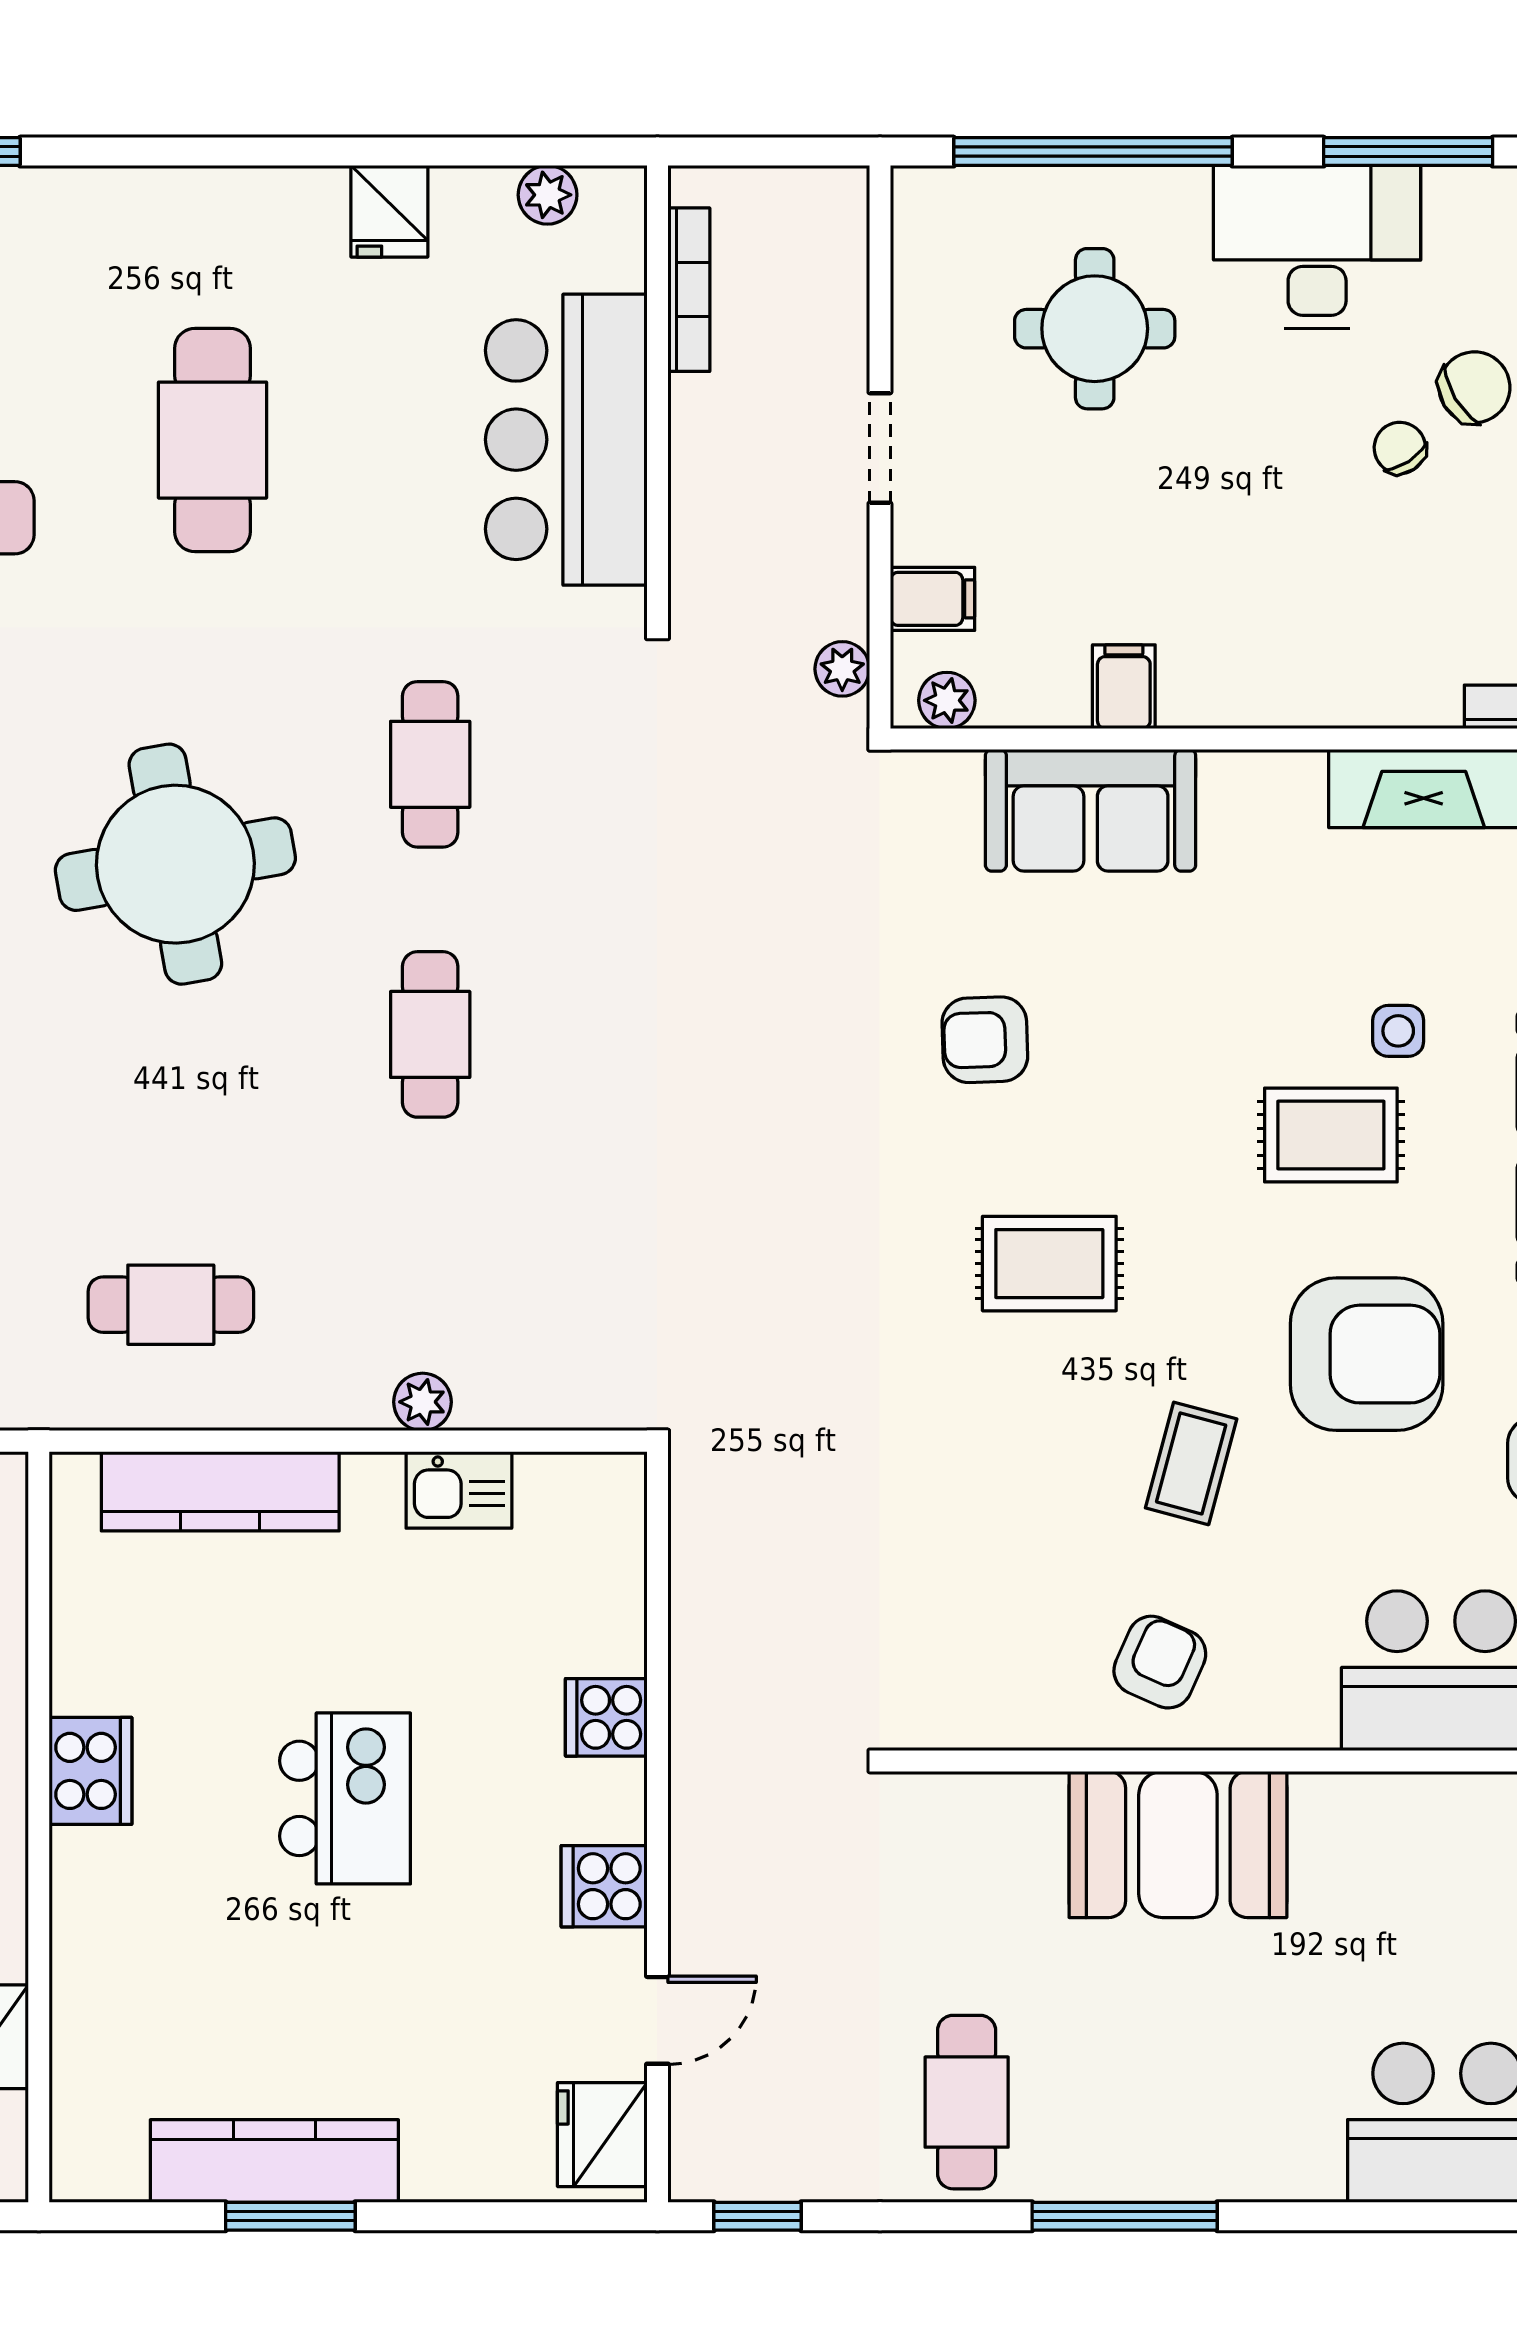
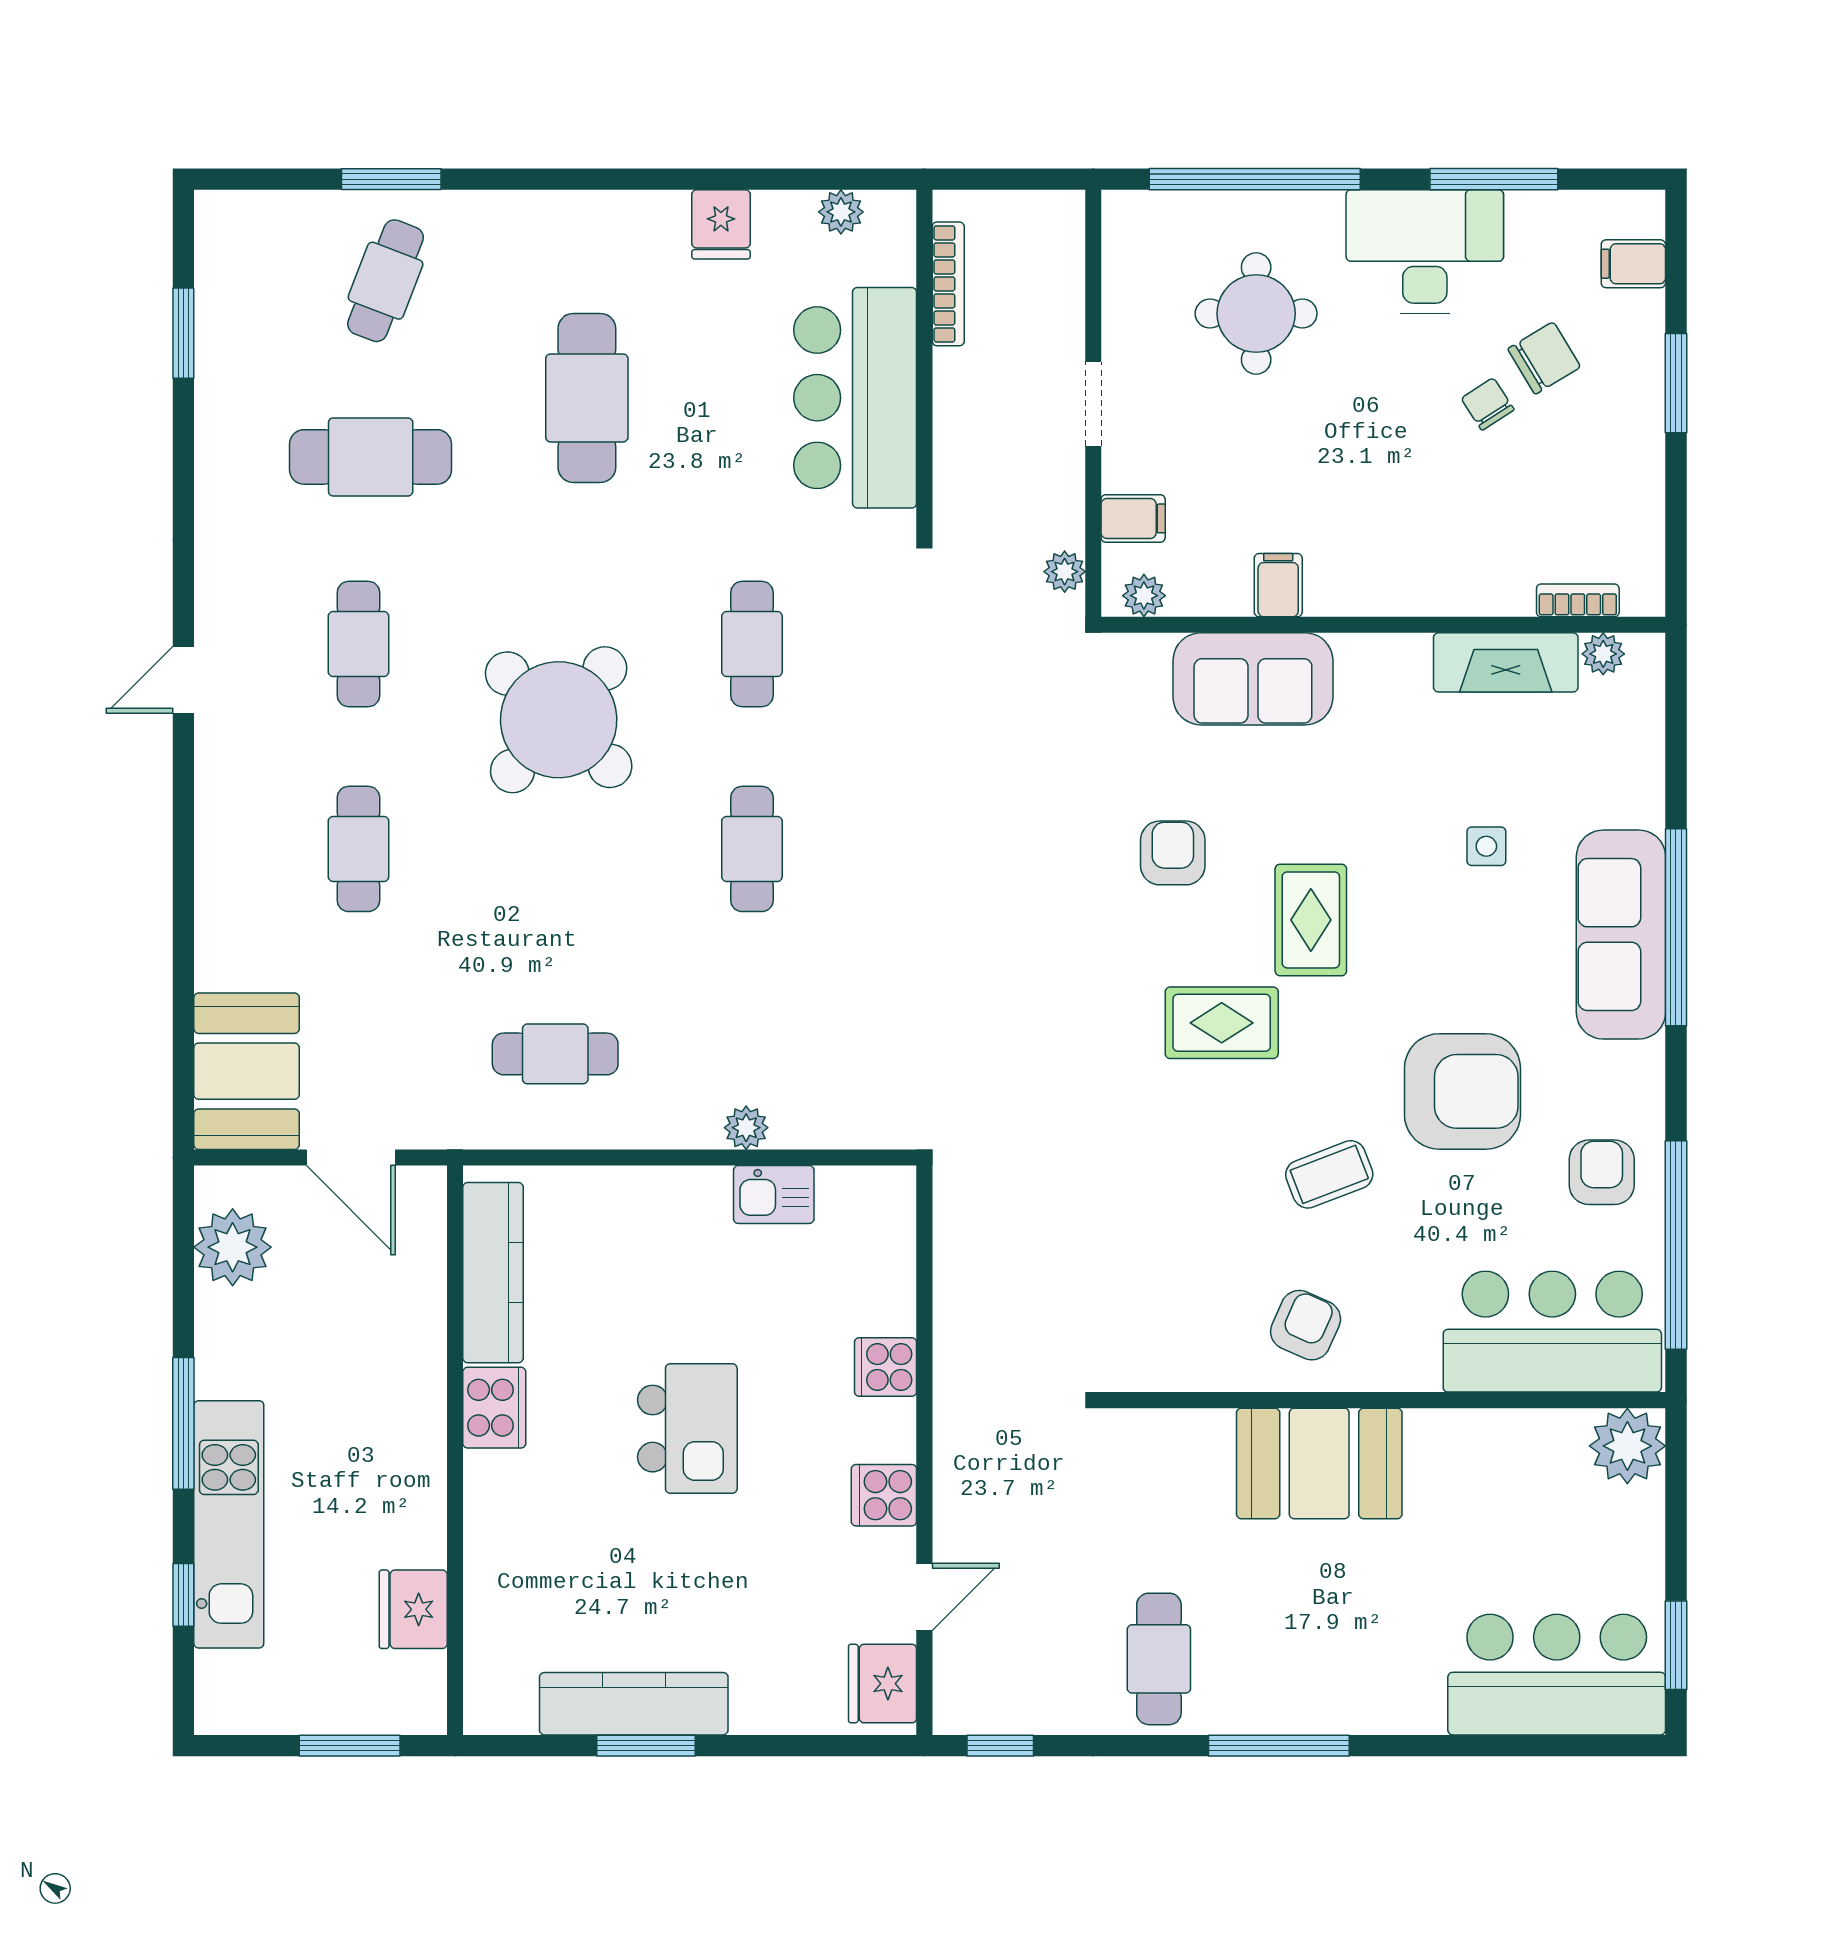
round table: (175, 864) -> (559, 720), turned -38
armchair: (985, 1040) -> (1173, 853), turned 92
rug: (1331, 1135) -> (1311, 920), moved, turned 90
coffee table: (1191, 1463) -> (1329, 1174), turned 54
kitchen counter: (220, 1491) -> (493, 1273), moved, turned -90

